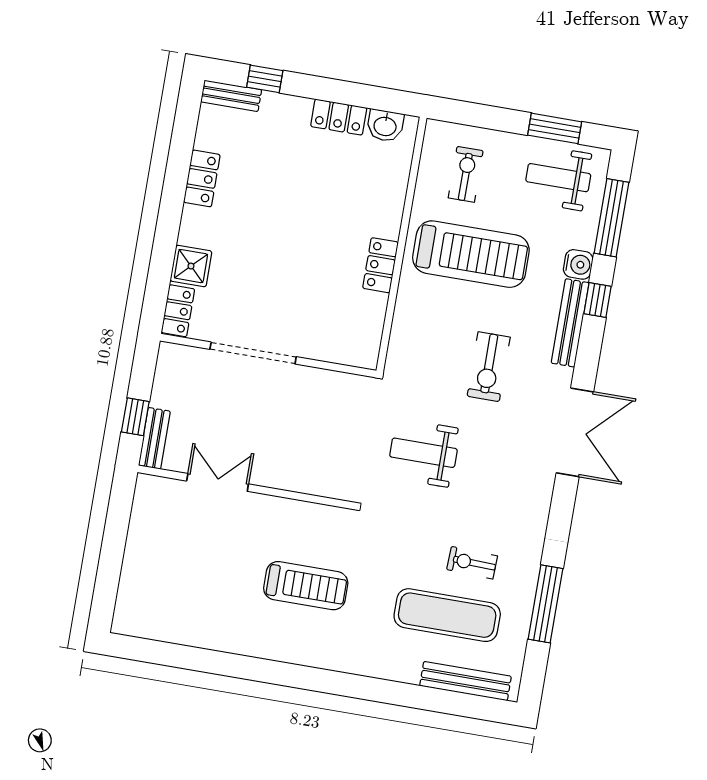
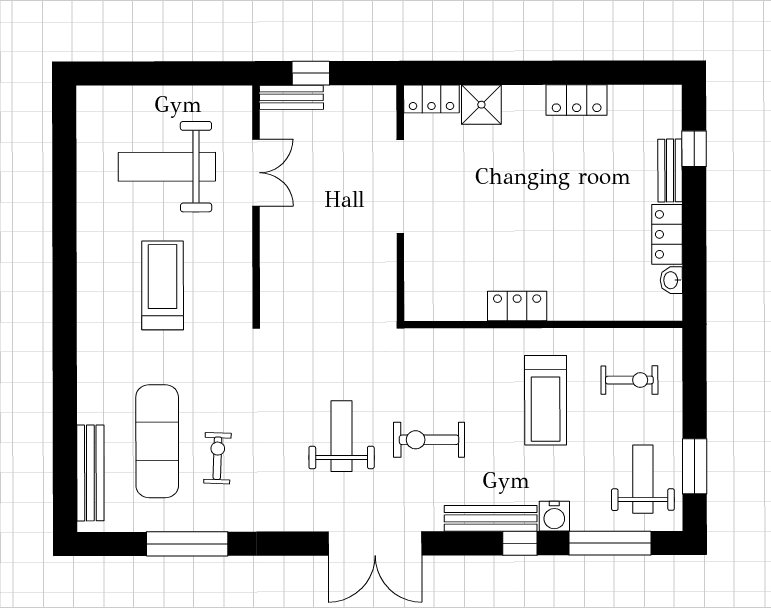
bench: (231, 96) -> (670, 170), moved
washbasin: (385, 126) -> (671, 280), width x0.72, depth x0.69
treadmill: (471, 254) -> (546, 400), width x0.73, depth x0.73
weight bench: (423, 453) -> (341, 436), moved
weight bench: (198, 563) -> (167, 167), added
treadmill: (306, 586) -> (163, 285), turned 180

